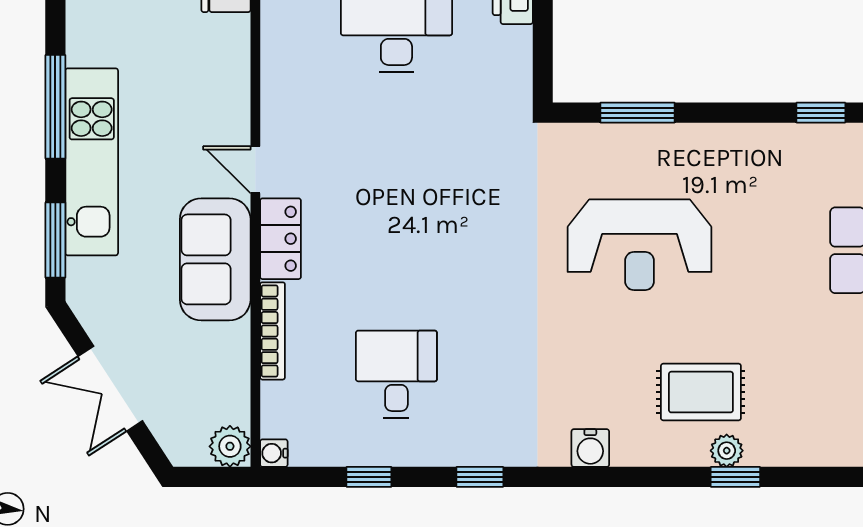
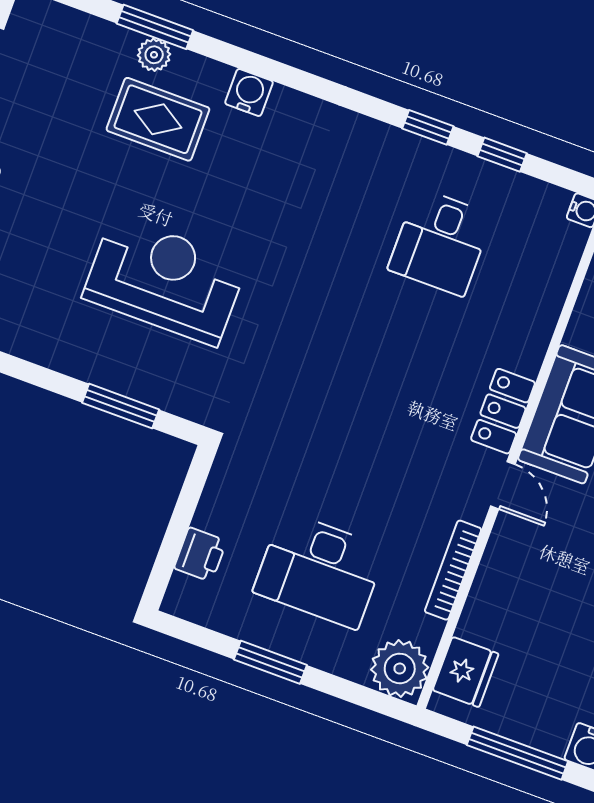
bookcase: (273, 331) -> (453, 570), moved
water cooler: (590, 448) -> (249, 92), moved
window: (480, 477) -> (428, 127), moved
window: (735, 477) -> (155, 27), width x1.50

